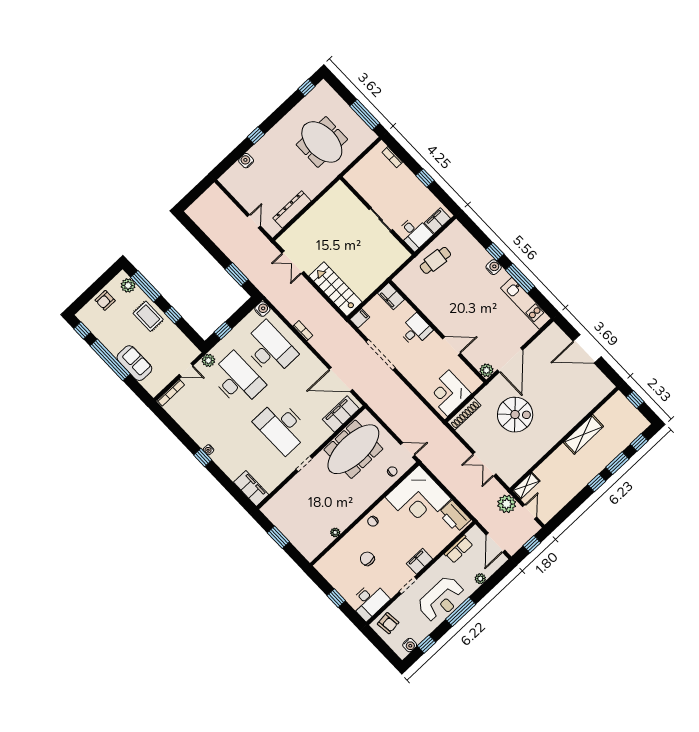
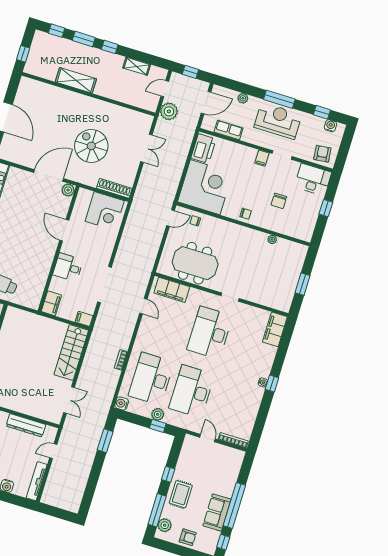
tv unit: (235, 190) -> (37, 481), added
plant: (208, 360) -> (158, 414), moved
sofa: (134, 363) -> (217, 513), moved
door: (341, 379) -> (143, 306), width x0.53
desk: (282, 427) -> (210, 333), turned 180
meeting table: (353, 449) -> (195, 263), width x0.73
door: (408, 450) -> (170, 218), swing flipped
shelving: (526, 486) -> (137, 66), moved
filing cabinet: (420, 561) -> (262, 158), width x0.50

